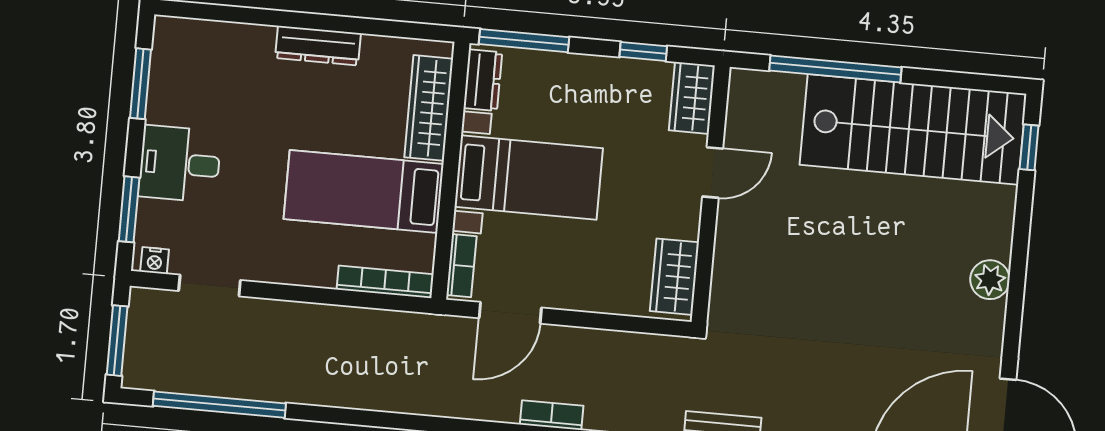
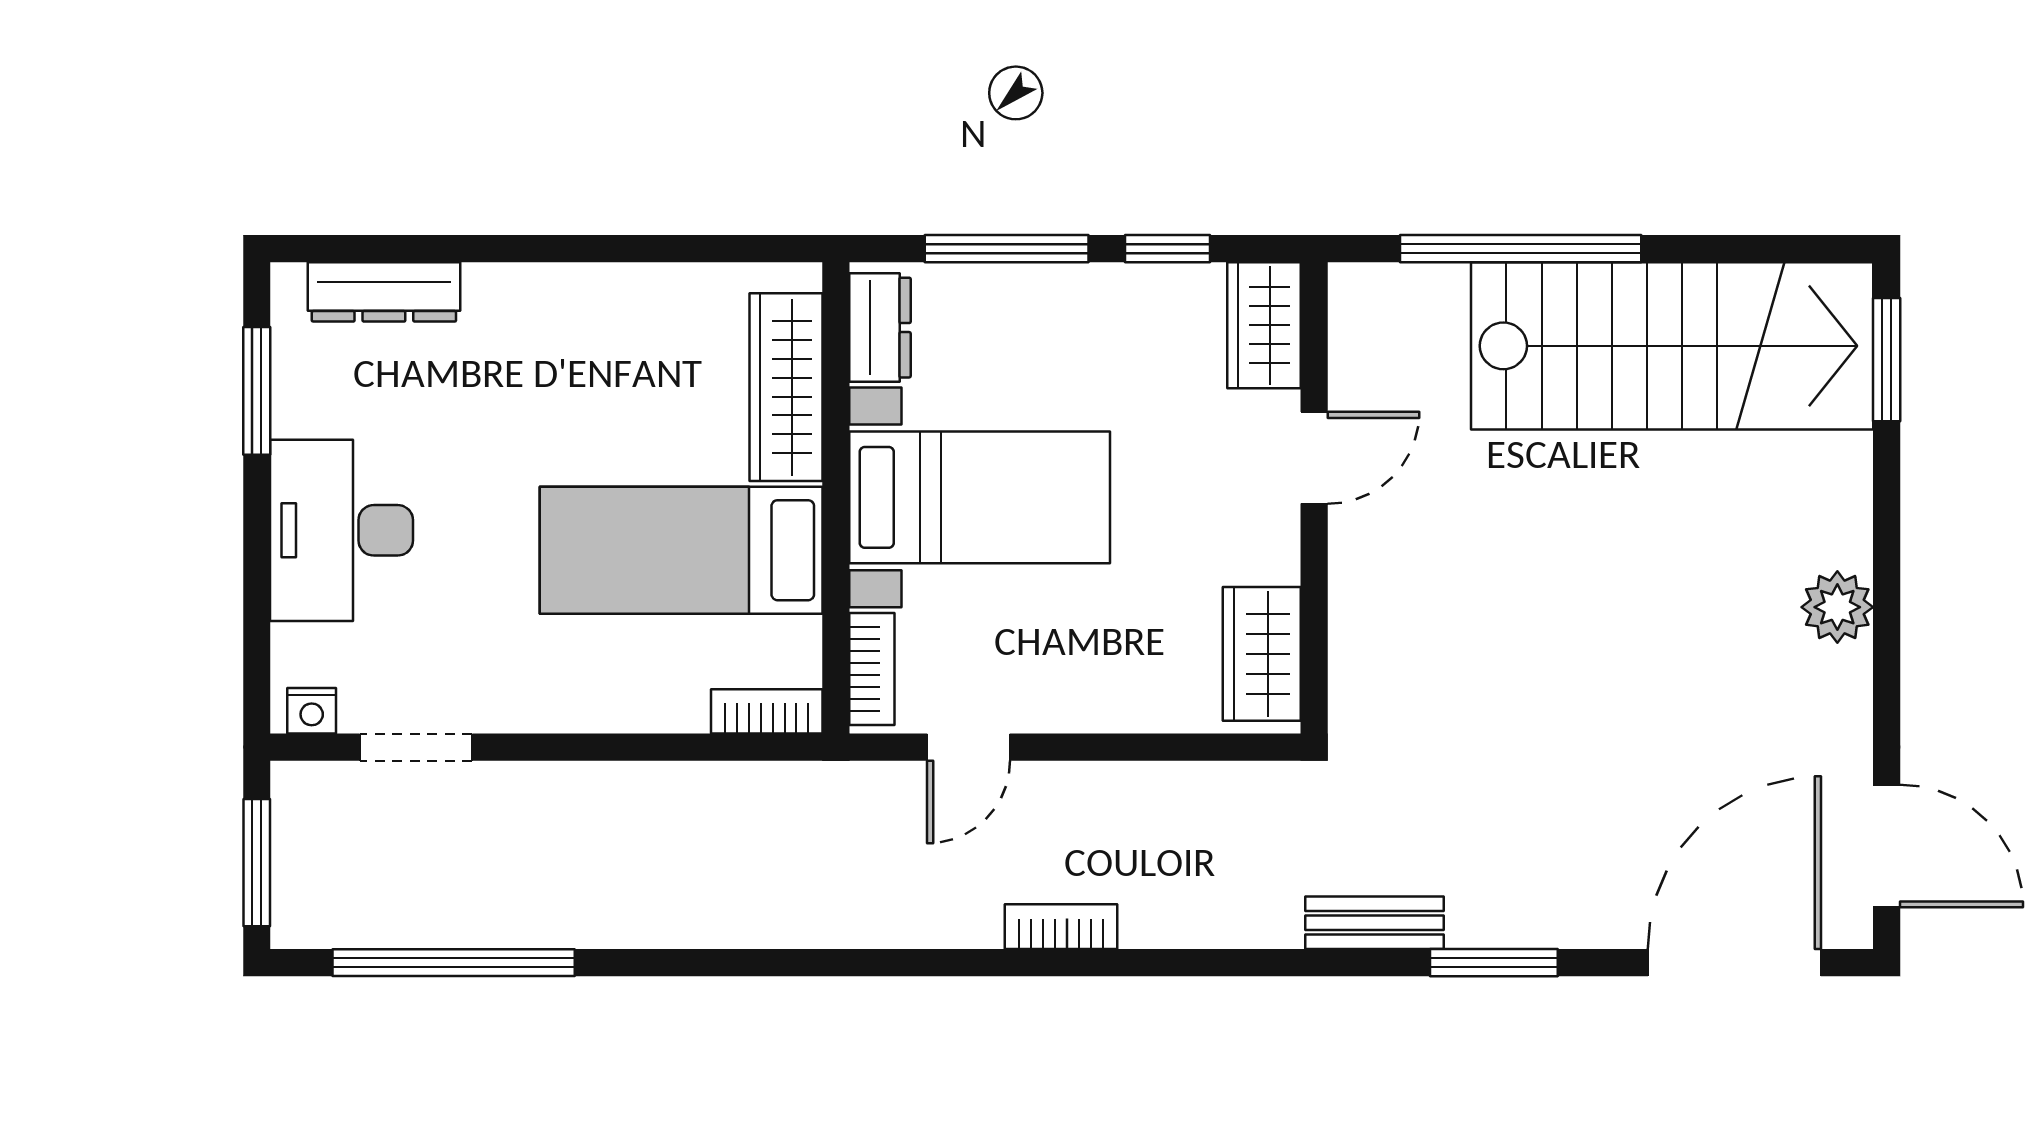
window: (524, 41) -> (1007, 249), moved
dresser: (318, 46) -> (384, 292), moved
window: (1029, 147) -> (1887, 360), width x1.50
desk: (180, 164) -> (342, 530), width x1.37
window: (129, 209) -> (257, 622), removed
bookcase: (385, 282) -> (767, 711), width x0.64
door: (510, 313) -> (969, 747), width x0.73

